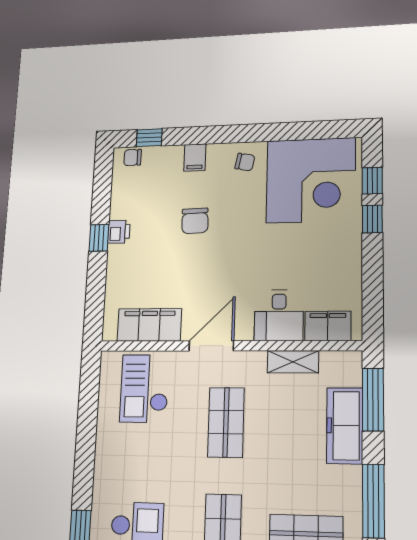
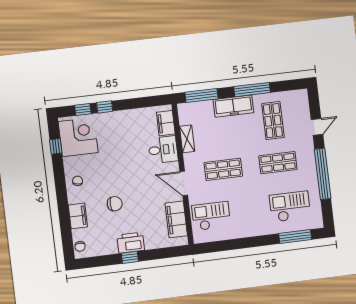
window: (149, 138) -> (56, 146), moved
filing cabinet: (195, 158) -> (78, 216), width x2.00
corner desk: (311, 180) -> (78, 137), width x0.74, depth x0.74
printer: (119, 232) -> (131, 243), width x1.87, depth x1.48
checkout: (144, 388) -> (211, 216), turned 180
freezer: (345, 426) -> (233, 106), moved

